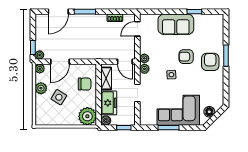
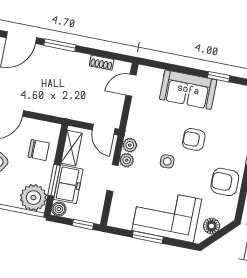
plant: (144, 58) -> (127, 160), moved
armchair: (210, 62) -> (225, 182), moved, turned -90
window: (99, 102) -> (54, 180), added

